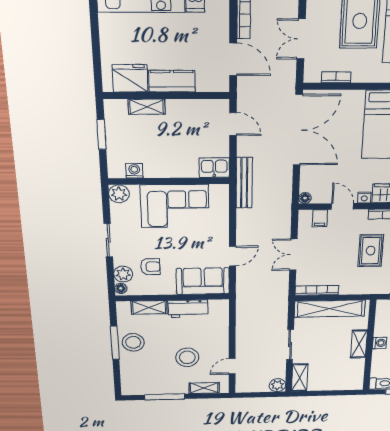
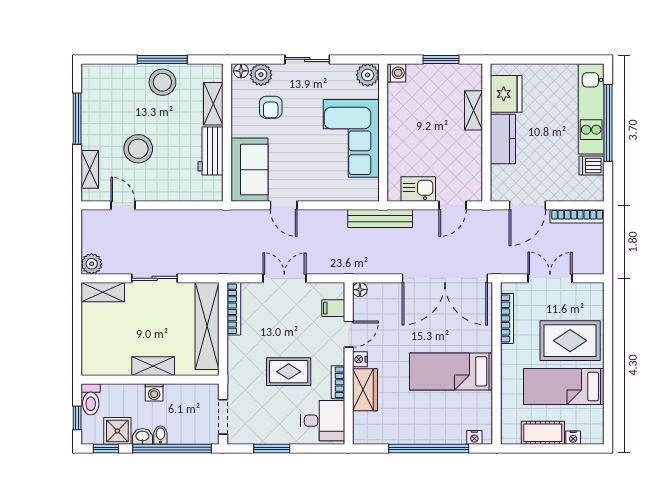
bookcase: (336, 77) -> (507, 318), width x1.56
kitchen sink: (214, 168) -> (418, 189), moved, turned -90
washing machine: (134, 171) -> (396, 73), moved

